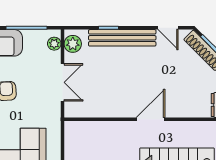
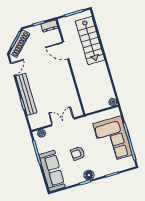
plant: (73, 44) -> (38, 122), removed
door: (151, 119) -> (66, 50), moved

